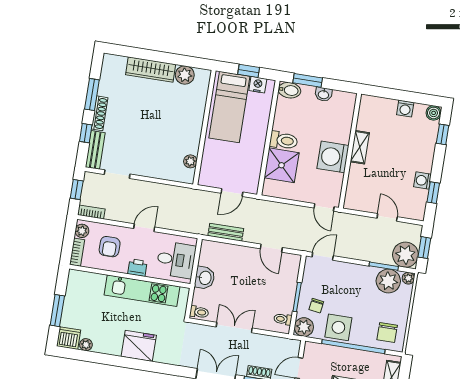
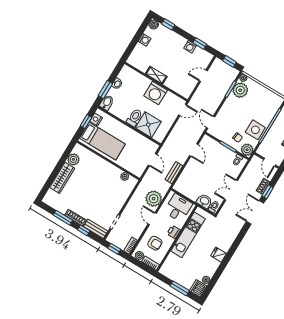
door: (271, 248) -> (194, 150), hinge flipped
plant: (405, 255) -> (154, 199), moved
washbasin: (205, 278) -> (204, 201), moved
chair: (387, 333) -> (270, 103), removed
fridge: (139, 346) -> (219, 255), width x0.53, depth x0.75

